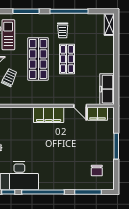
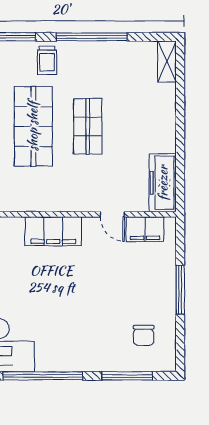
trolley: (63, 30) -> (47, 60), moved

